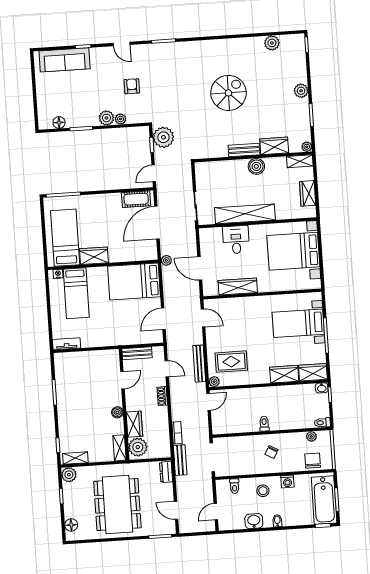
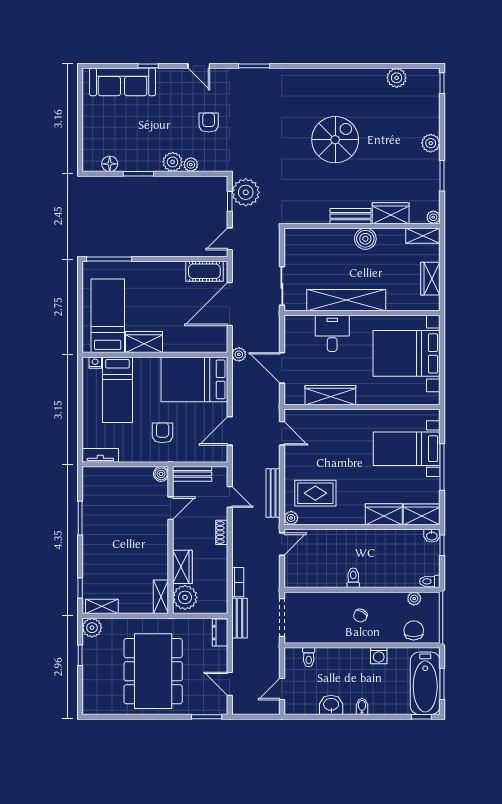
armchair: (113, 324) -> (163, 433), added
boiler: (117, 412) -> (161, 474), moved
stool: (263, 491) -> (346, 666), removed
floor lamp: (71, 525) -> (91, 694), removed

